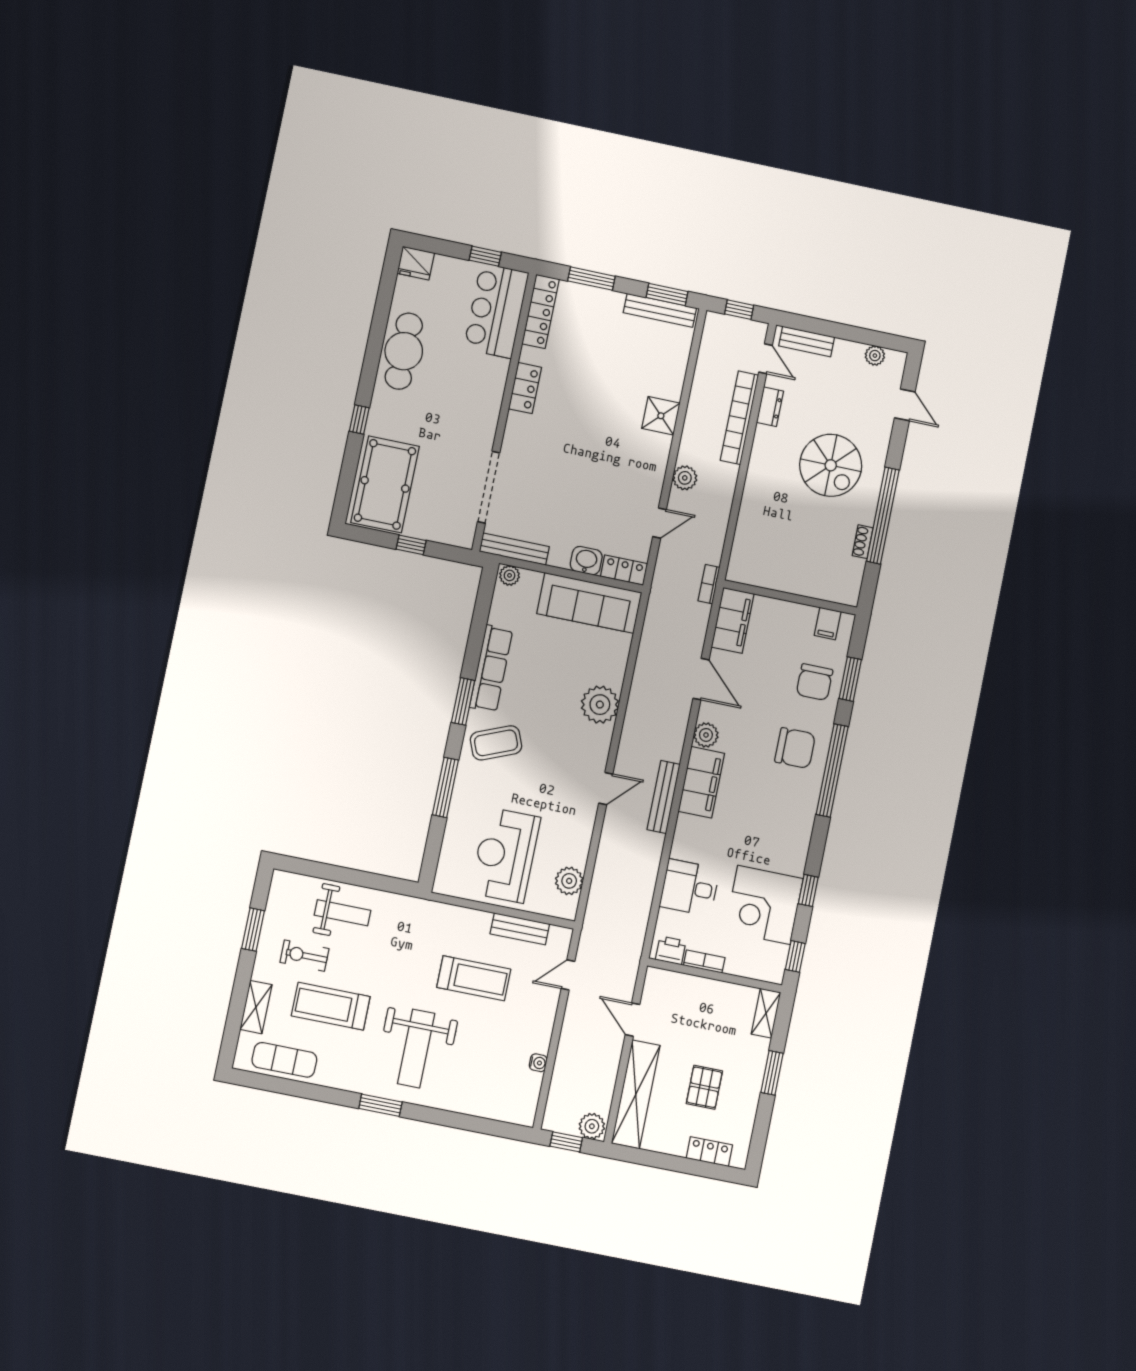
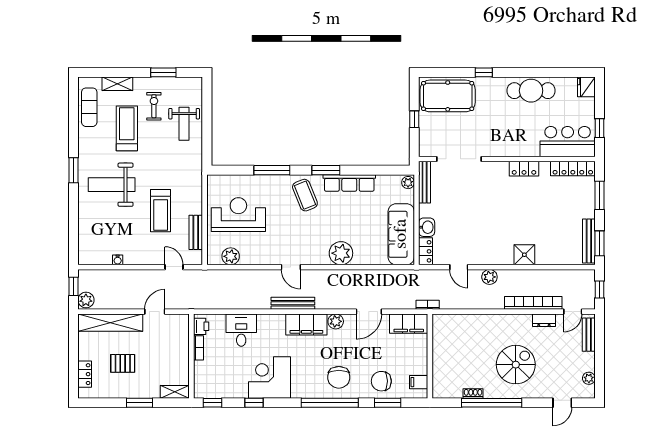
spiral stairs: (831, 465) -> (516, 365), turned 180
corner desk: (764, 905) -> (269, 377), moved

